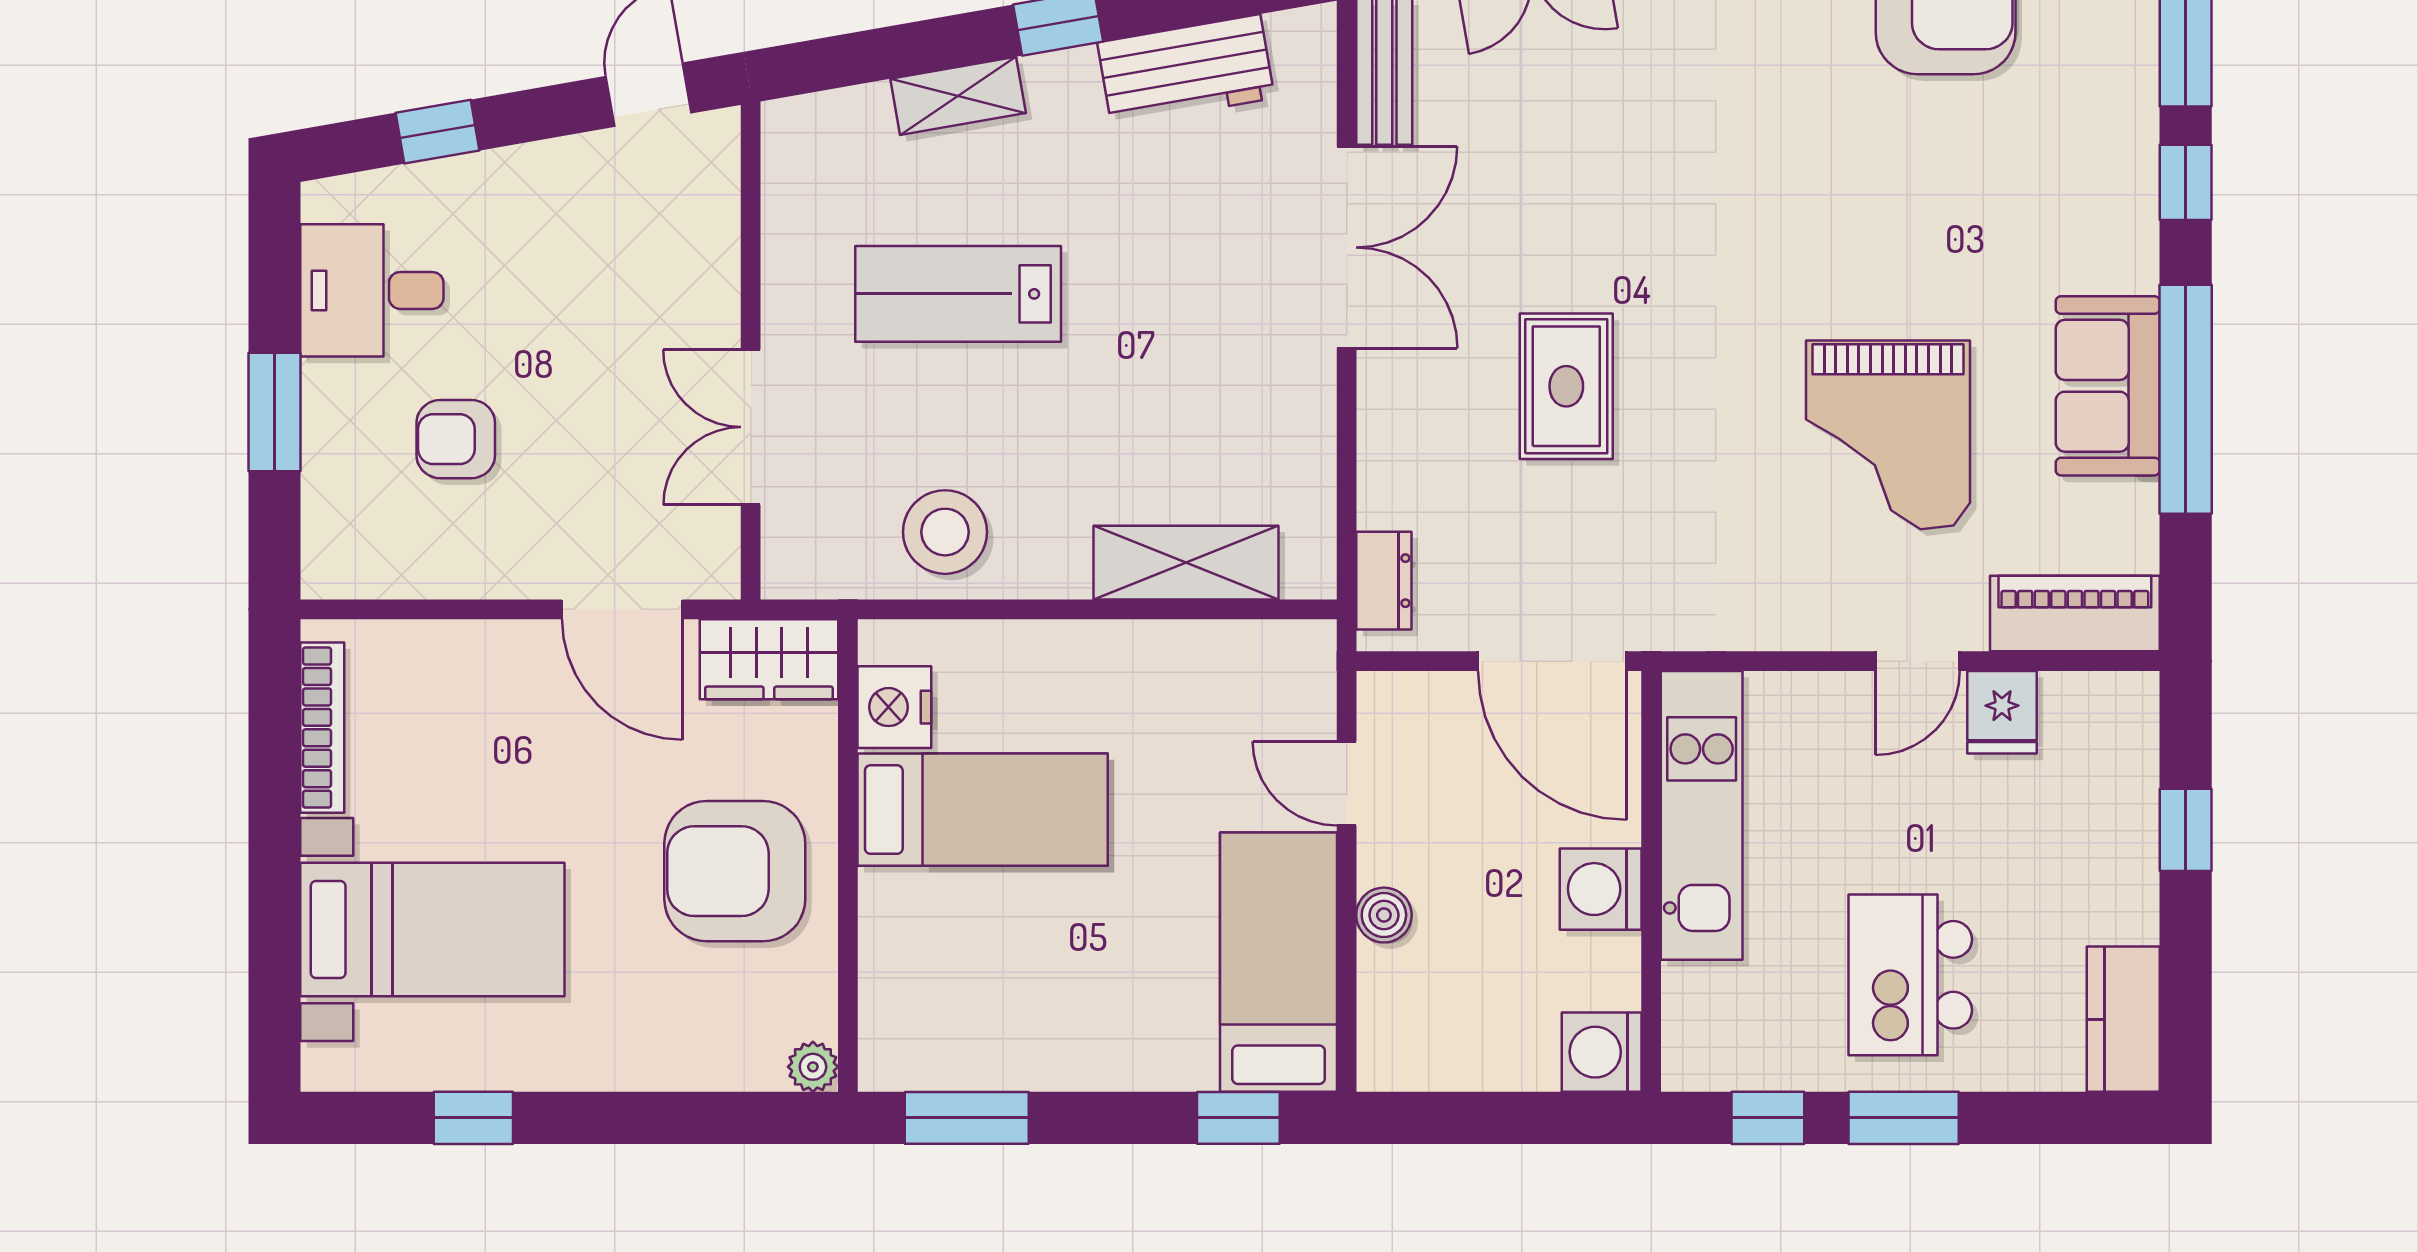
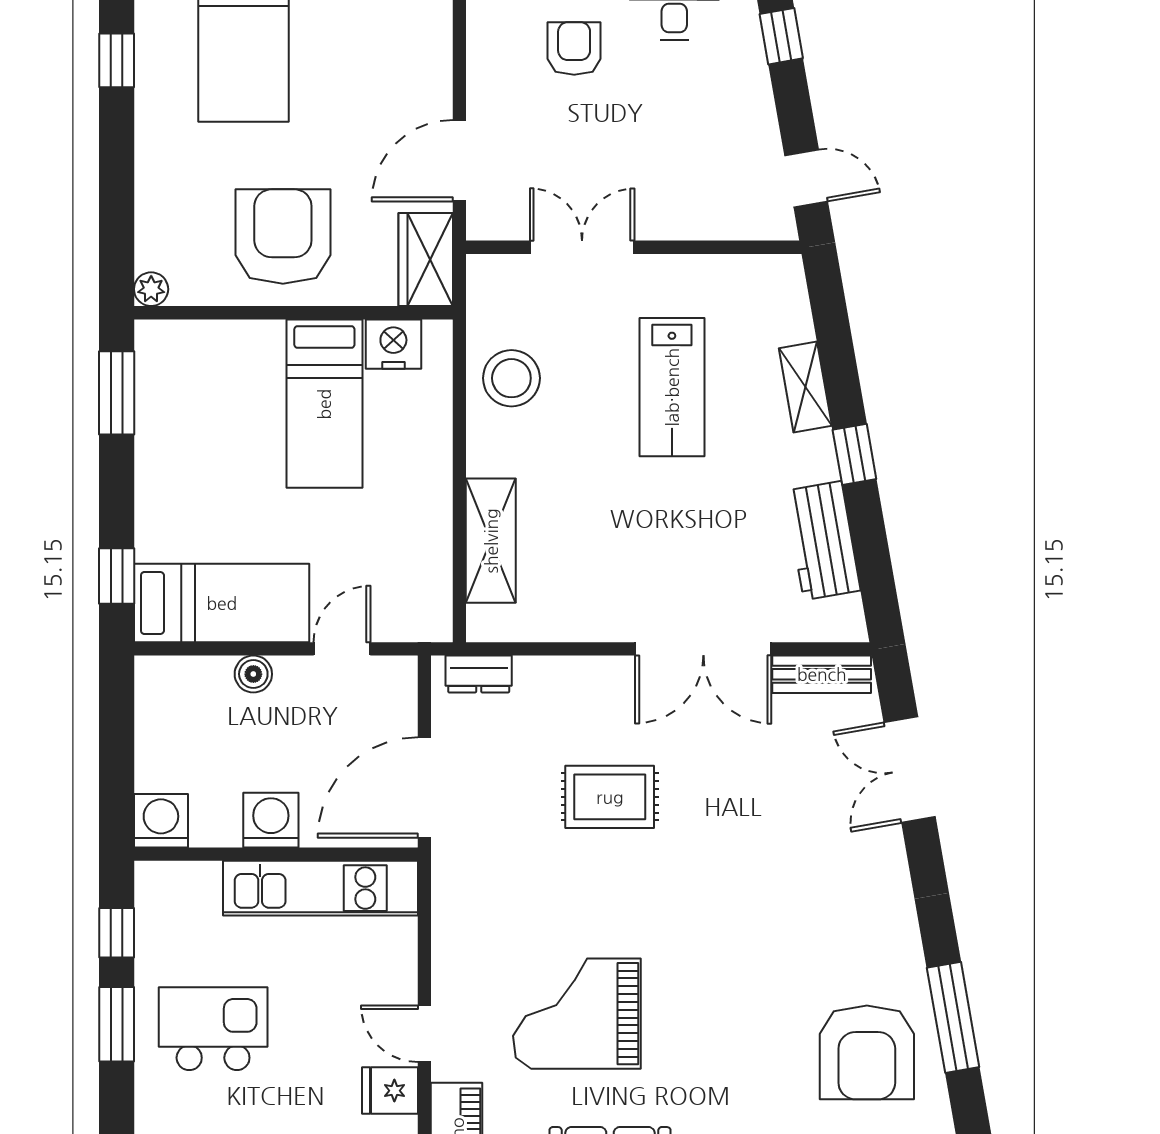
lab bench: (958, 294) -> (672, 387), turned 180

